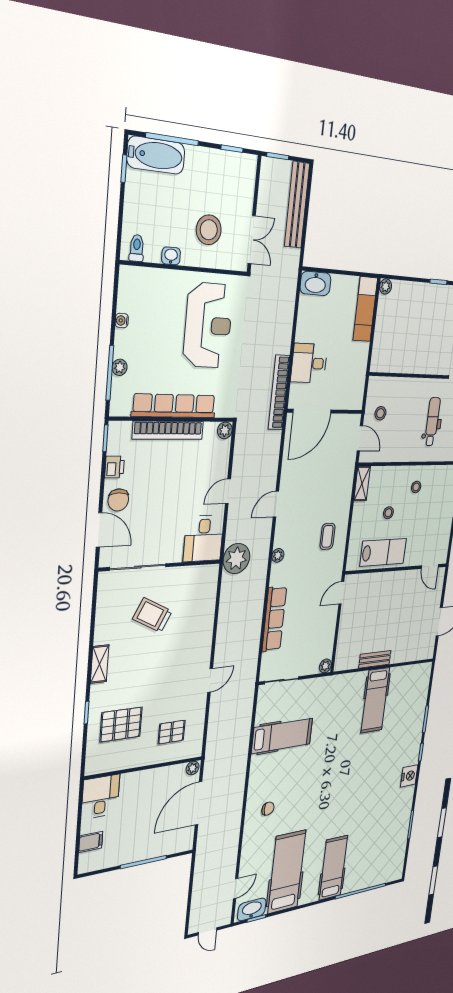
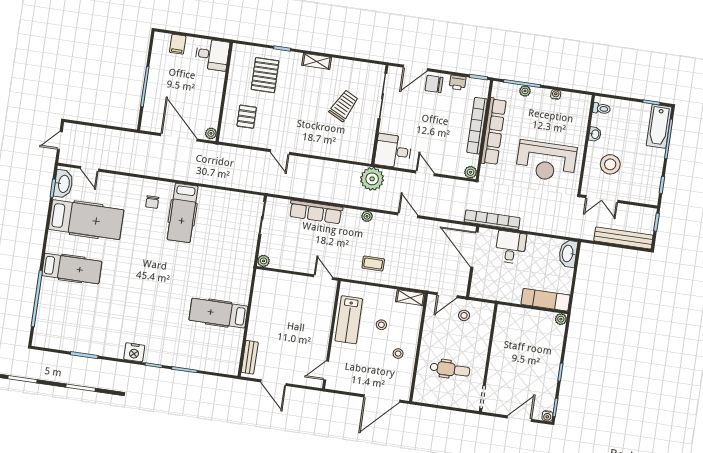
bench: (375, 659) -> (250, 357), moved
hospital bed: (282, 736) -> (183, 213), moved

